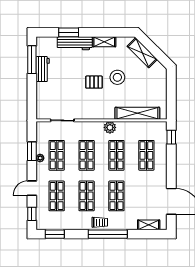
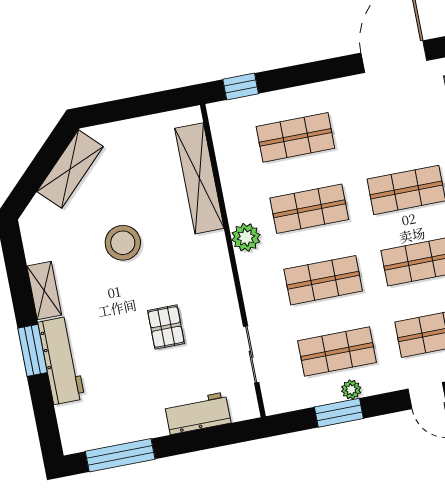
window: (69, 32) -> (33, 350), moved
shelving: (142, 53) -> (70, 169), moved
workbench: (43, 69) -> (198, 413), moved
pallet: (94, 82) -> (166, 327), moved

